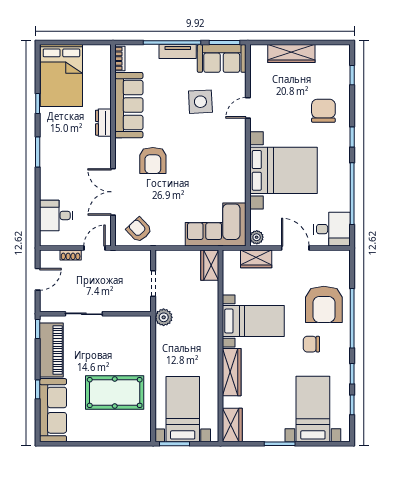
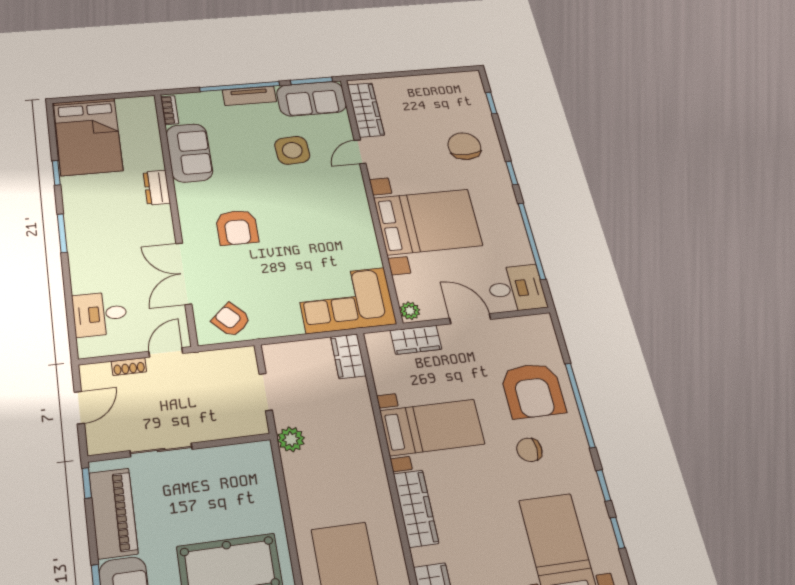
wardrobe: (291, 54) -> (366, 110), moved, turned -90
sofa: (129, 105) -> (189, 153), width x0.73

